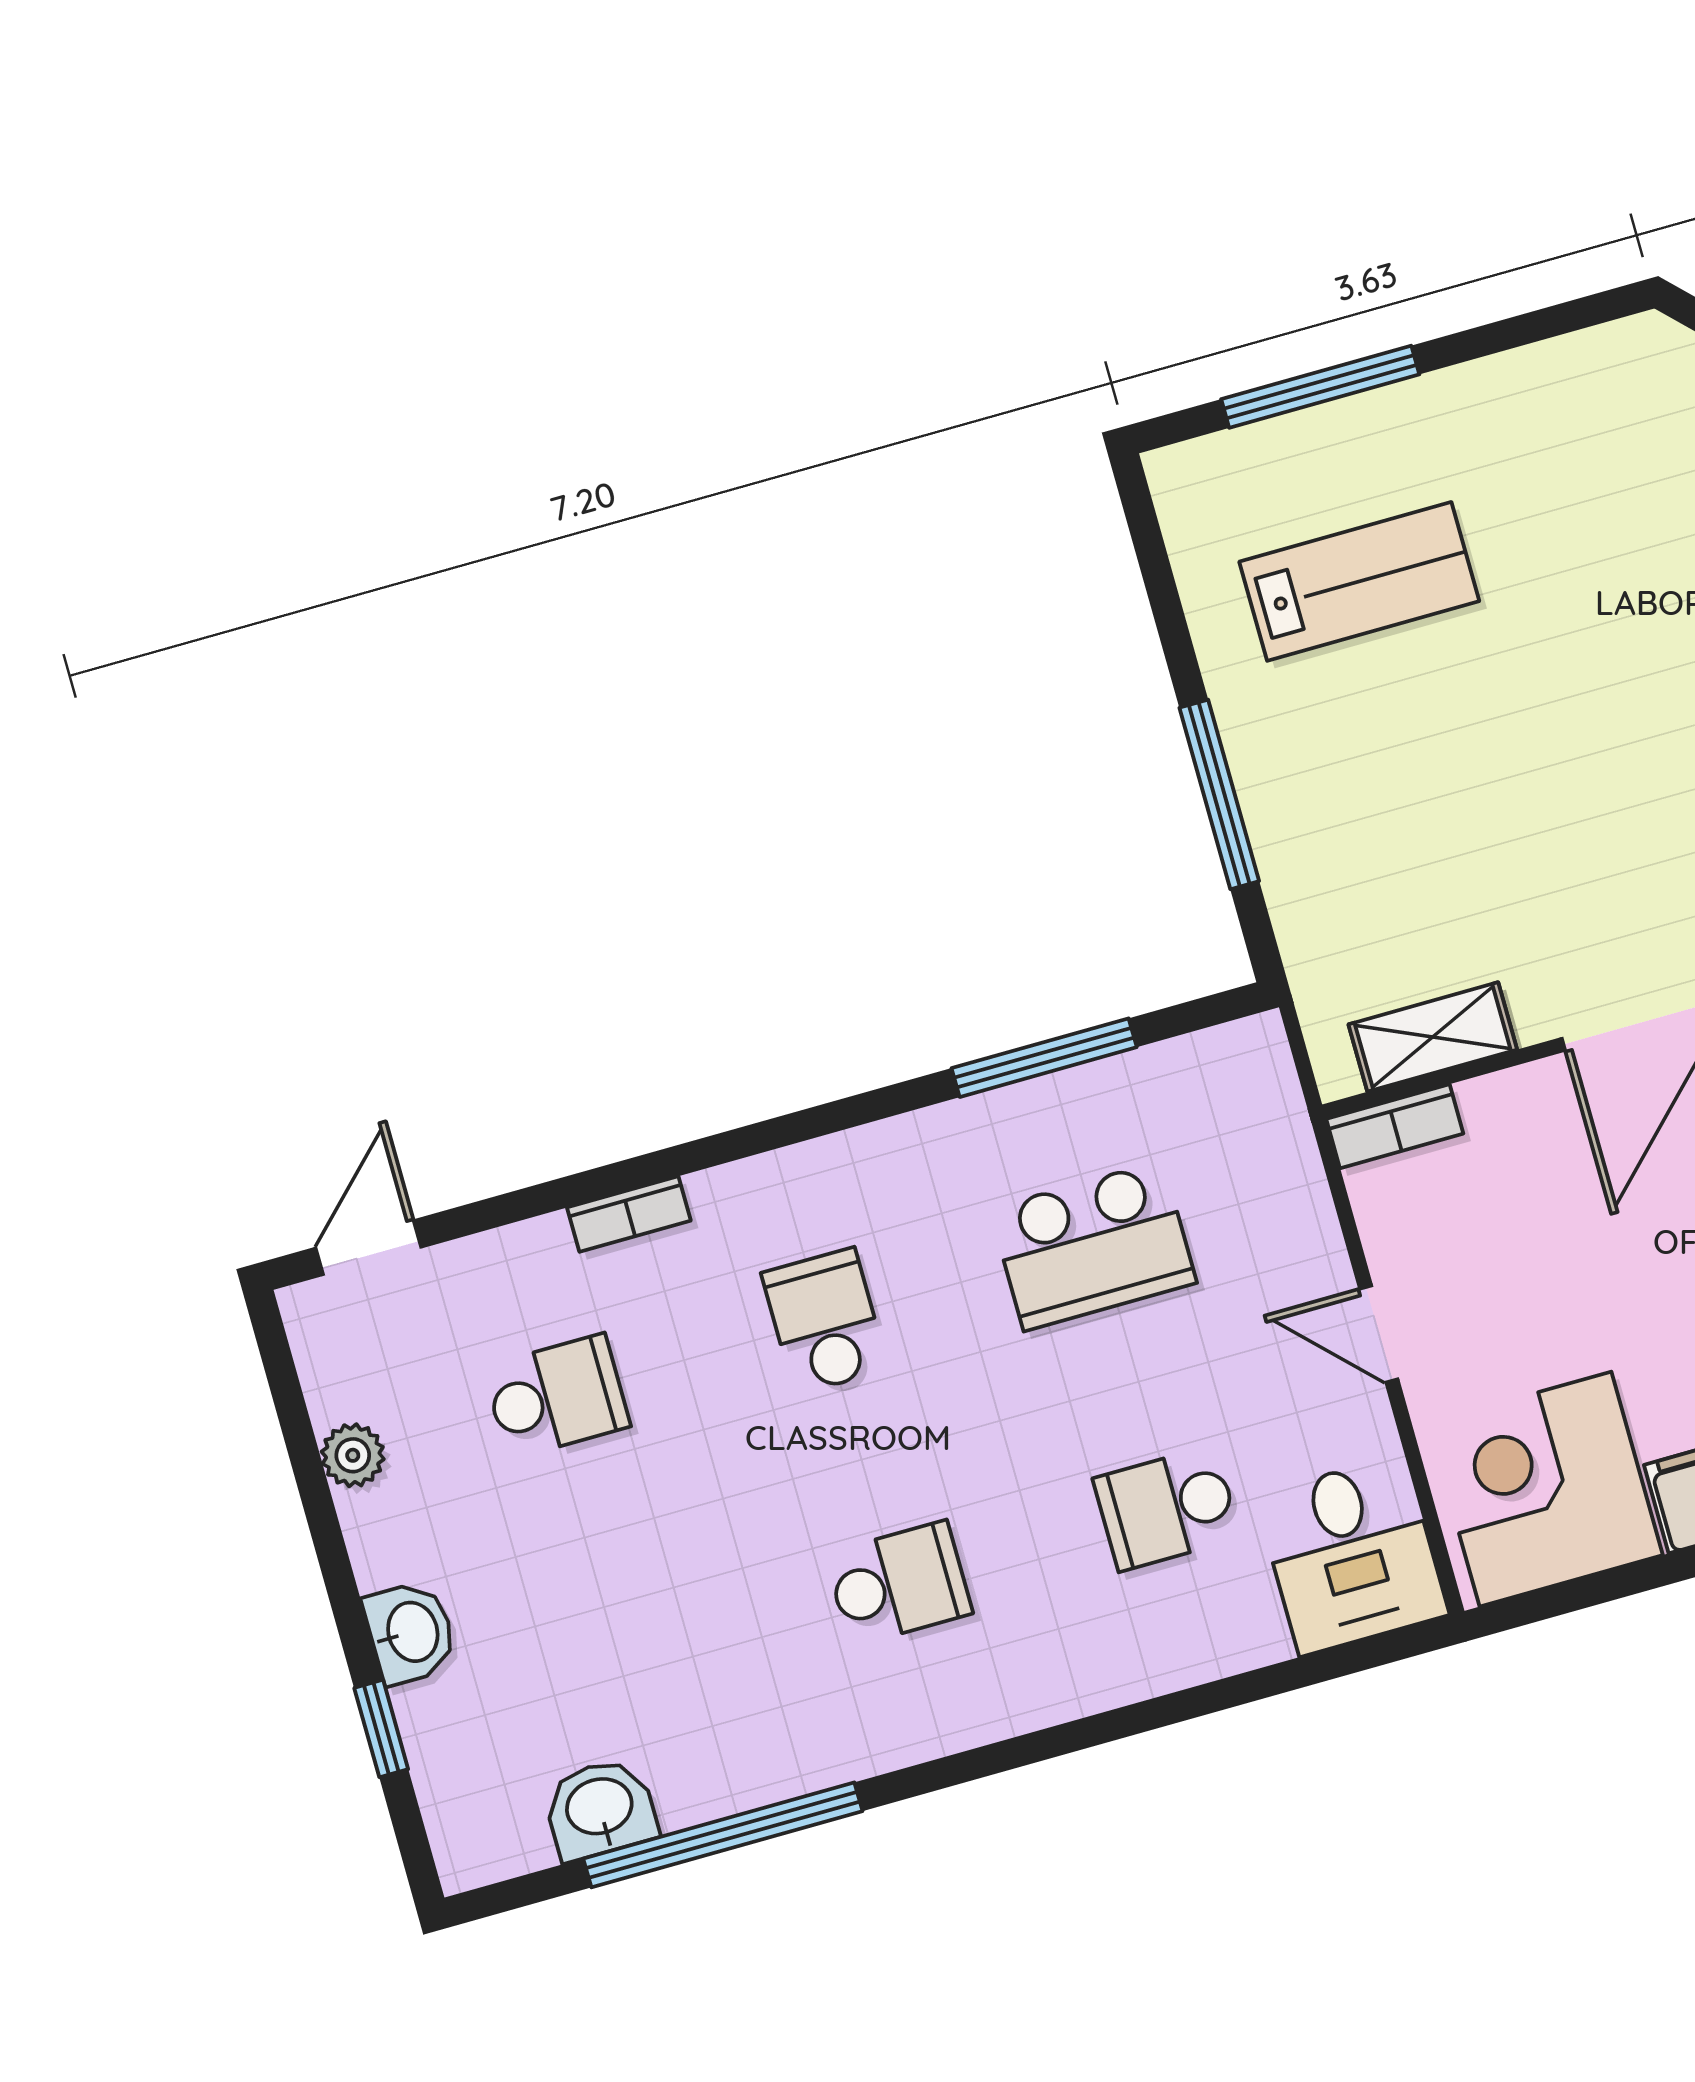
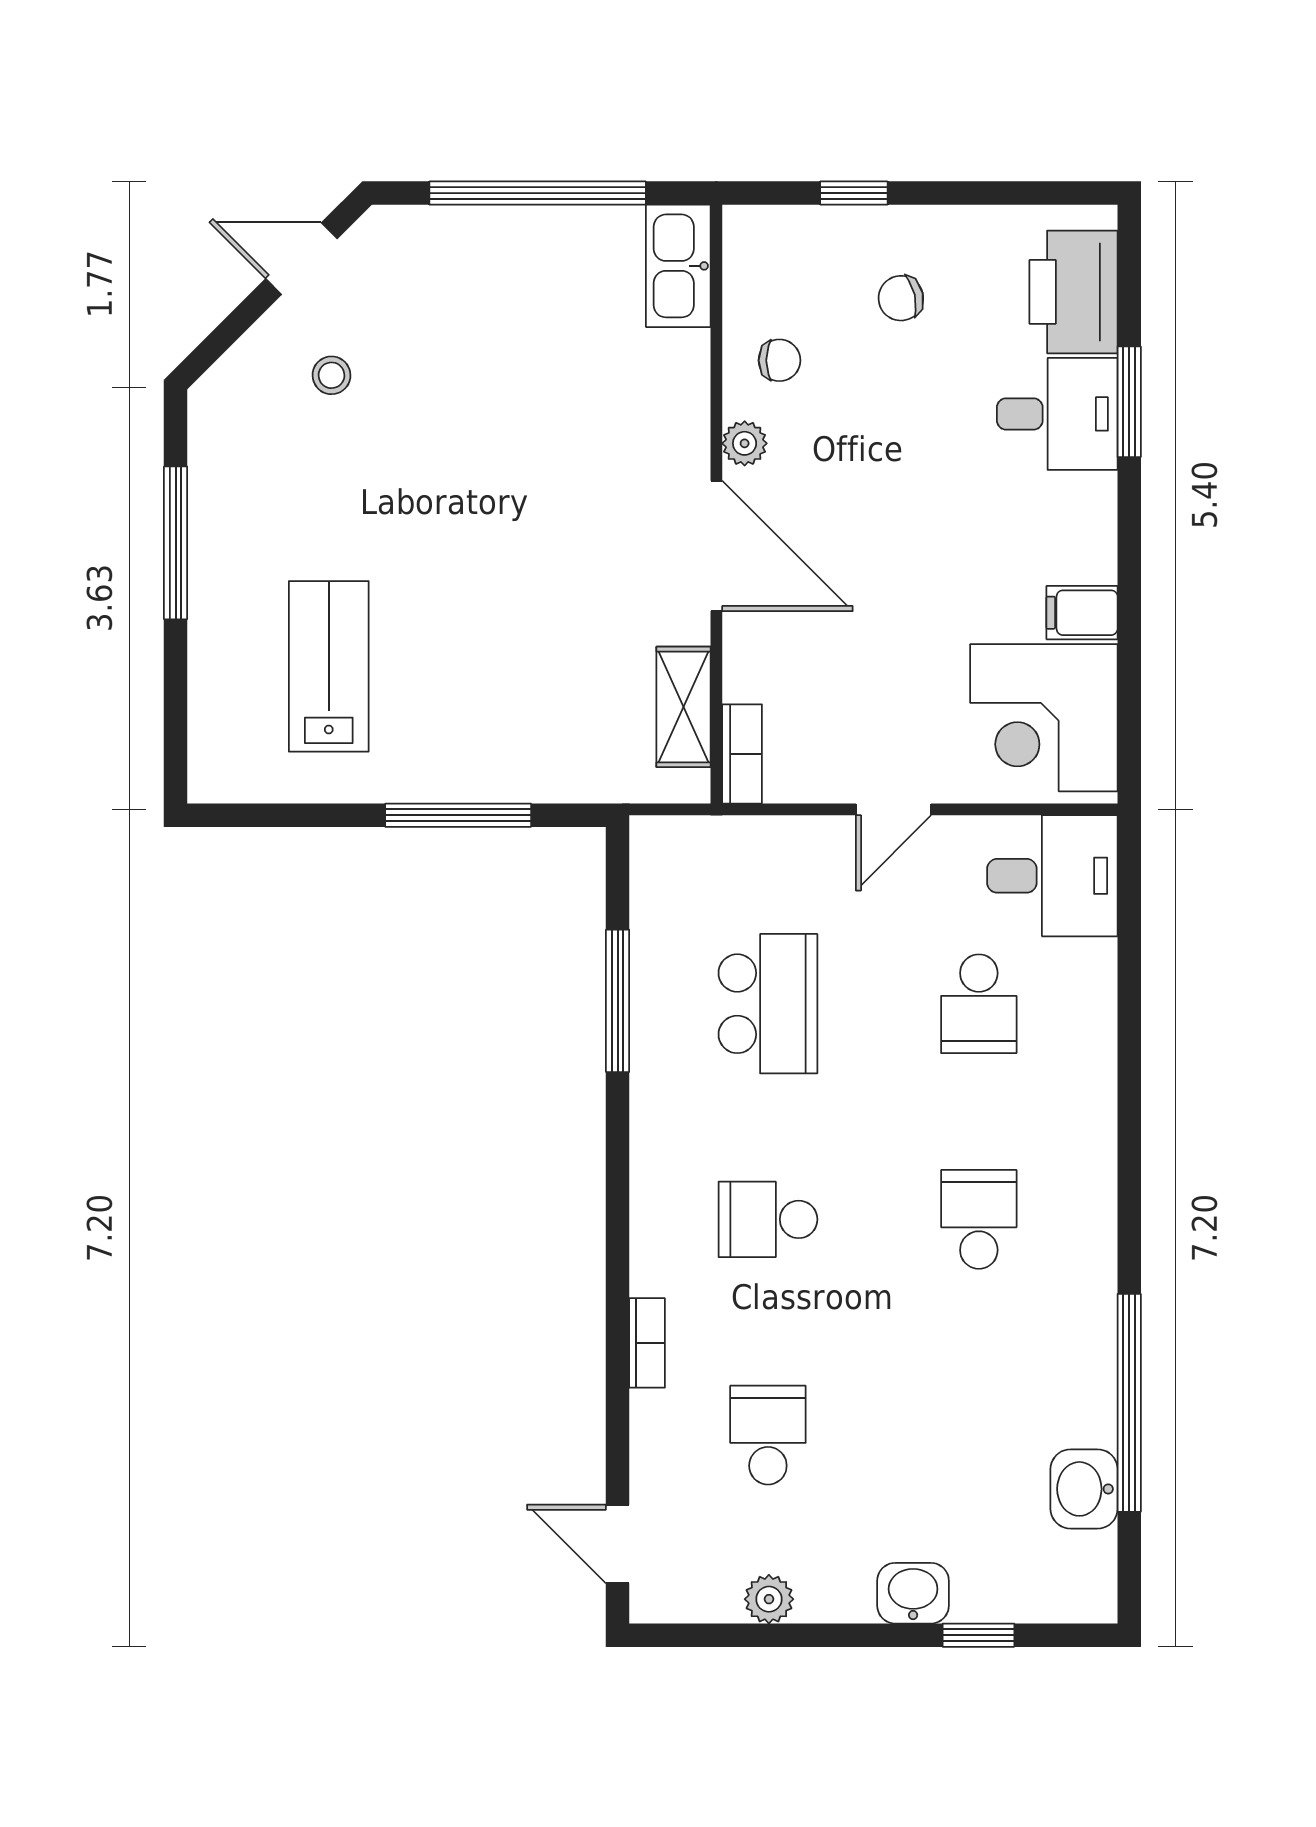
window: (1320, 387) -> (176, 543), moved

